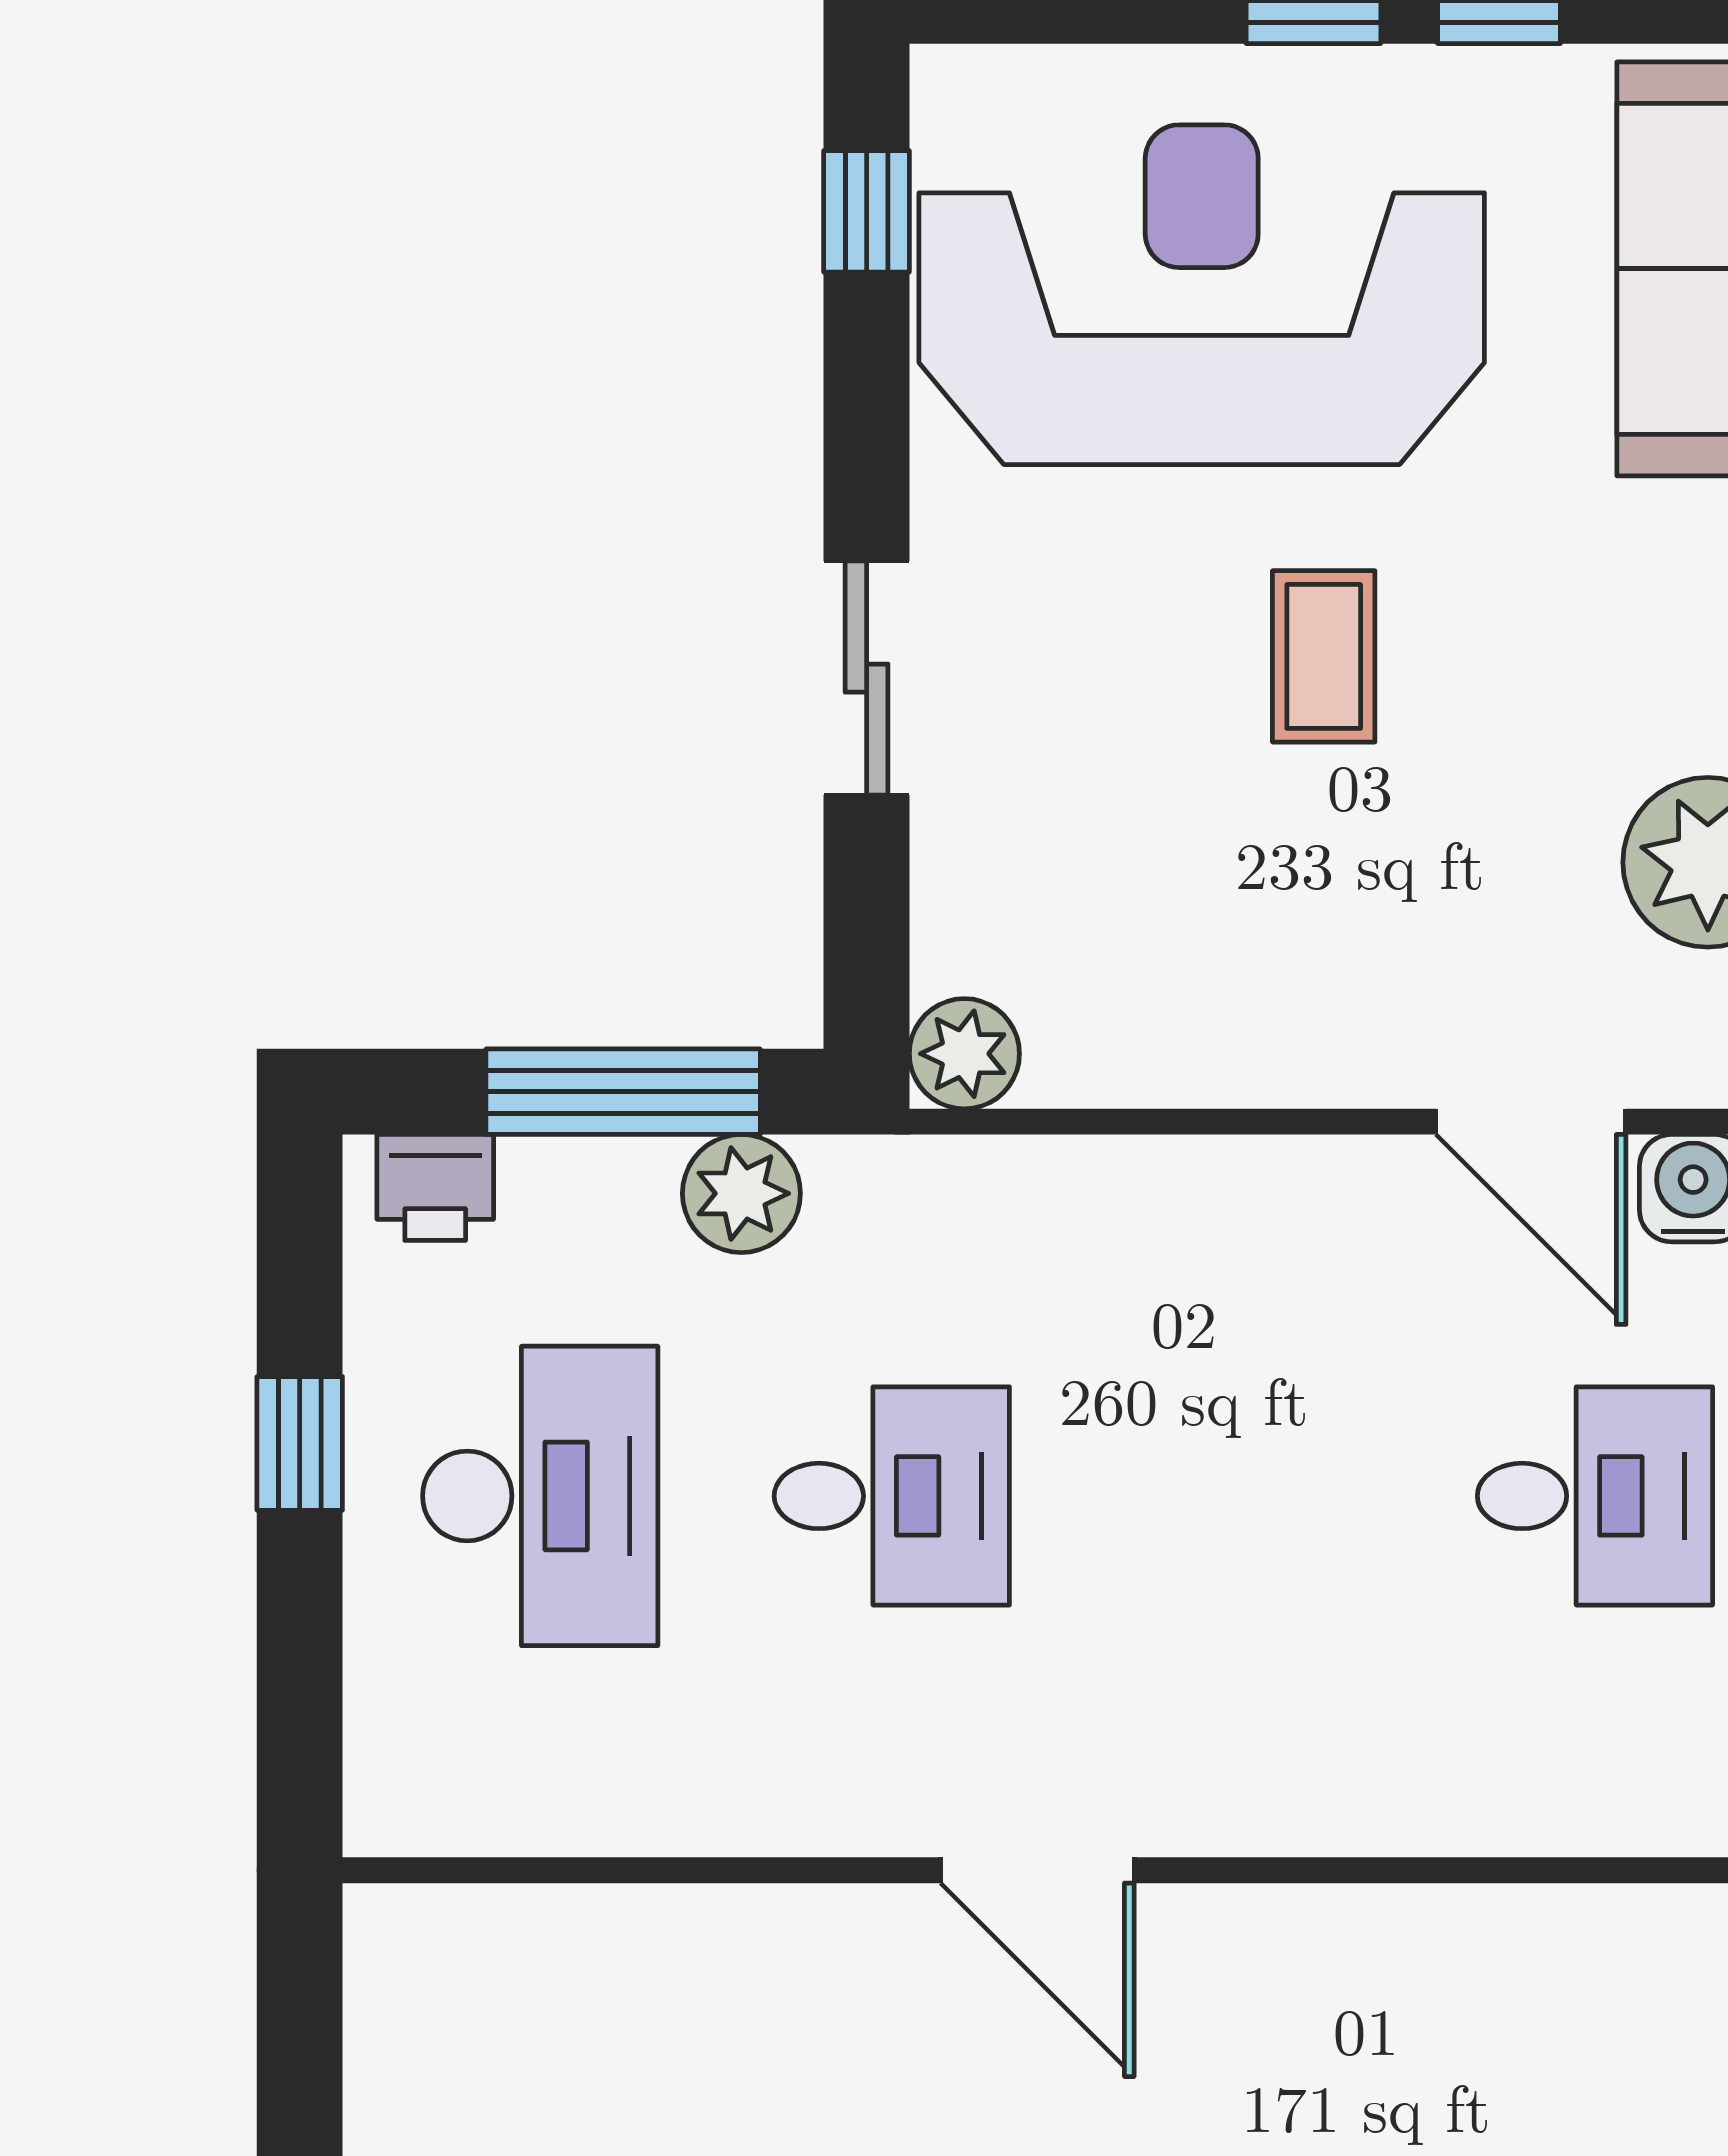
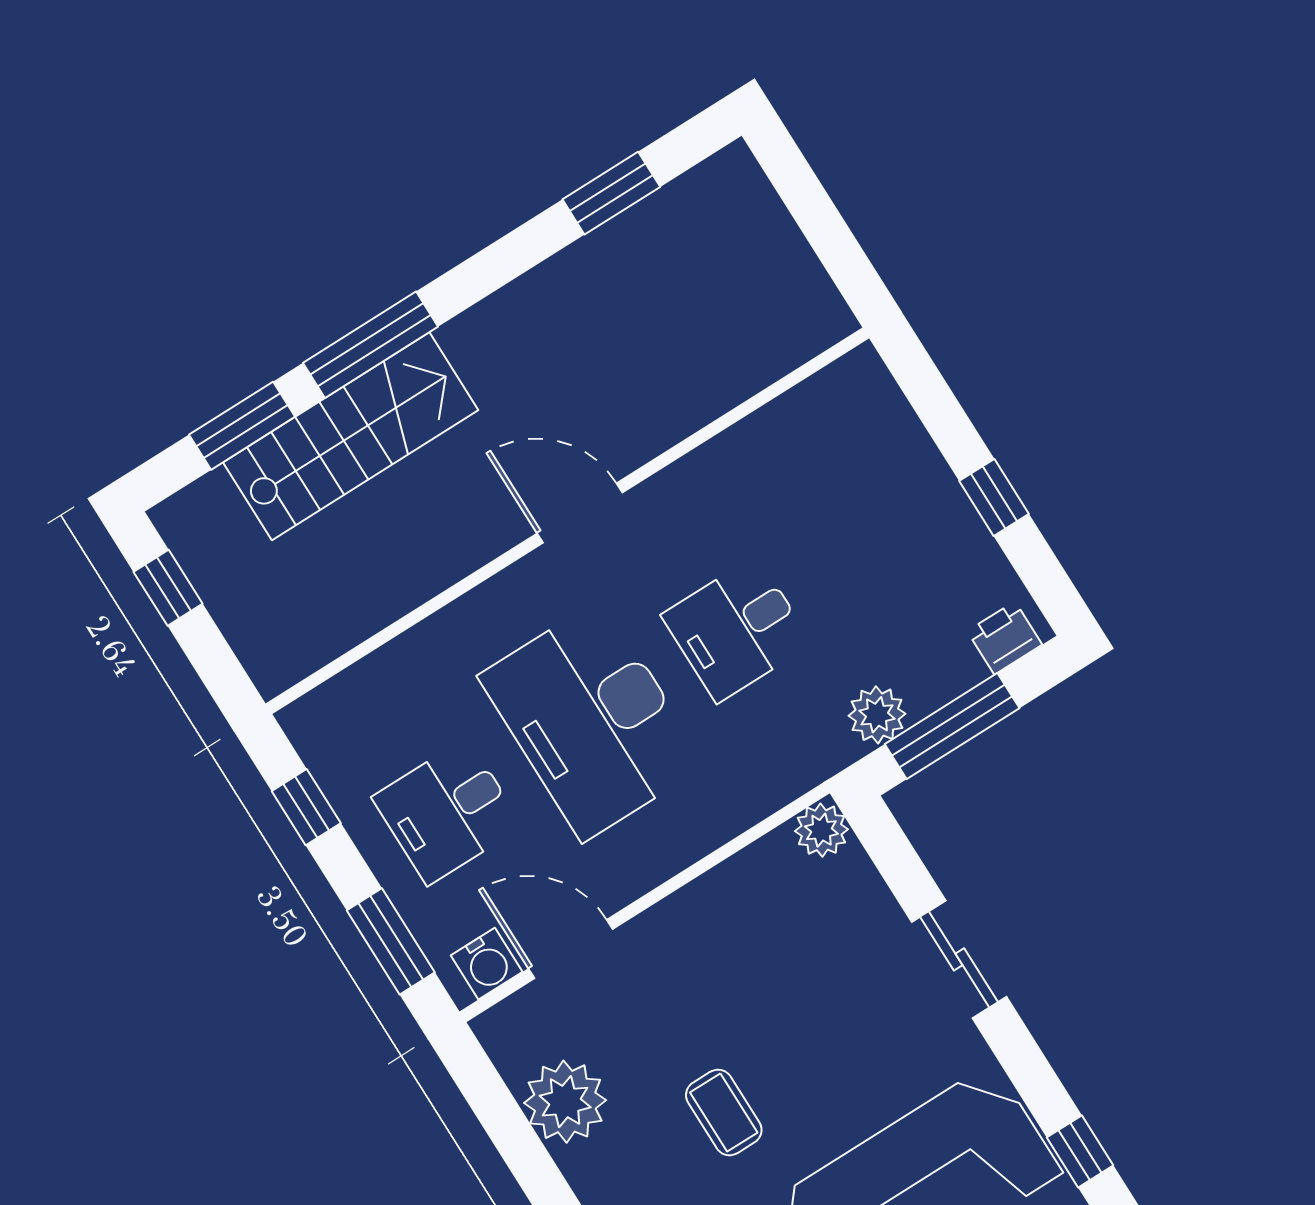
coffee table: (1324, 656) -> (724, 1112), moved
desk: (540, 1496) -> (592, 720), moved, width x1.36, depth x1.30

